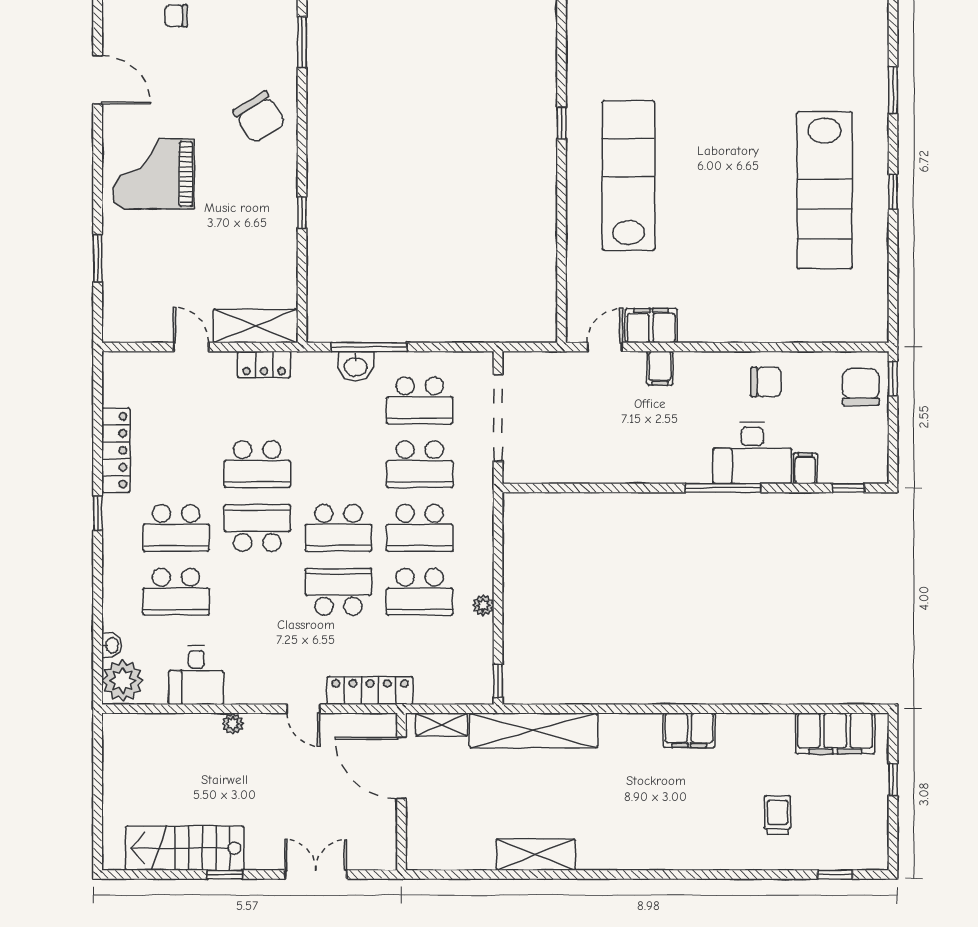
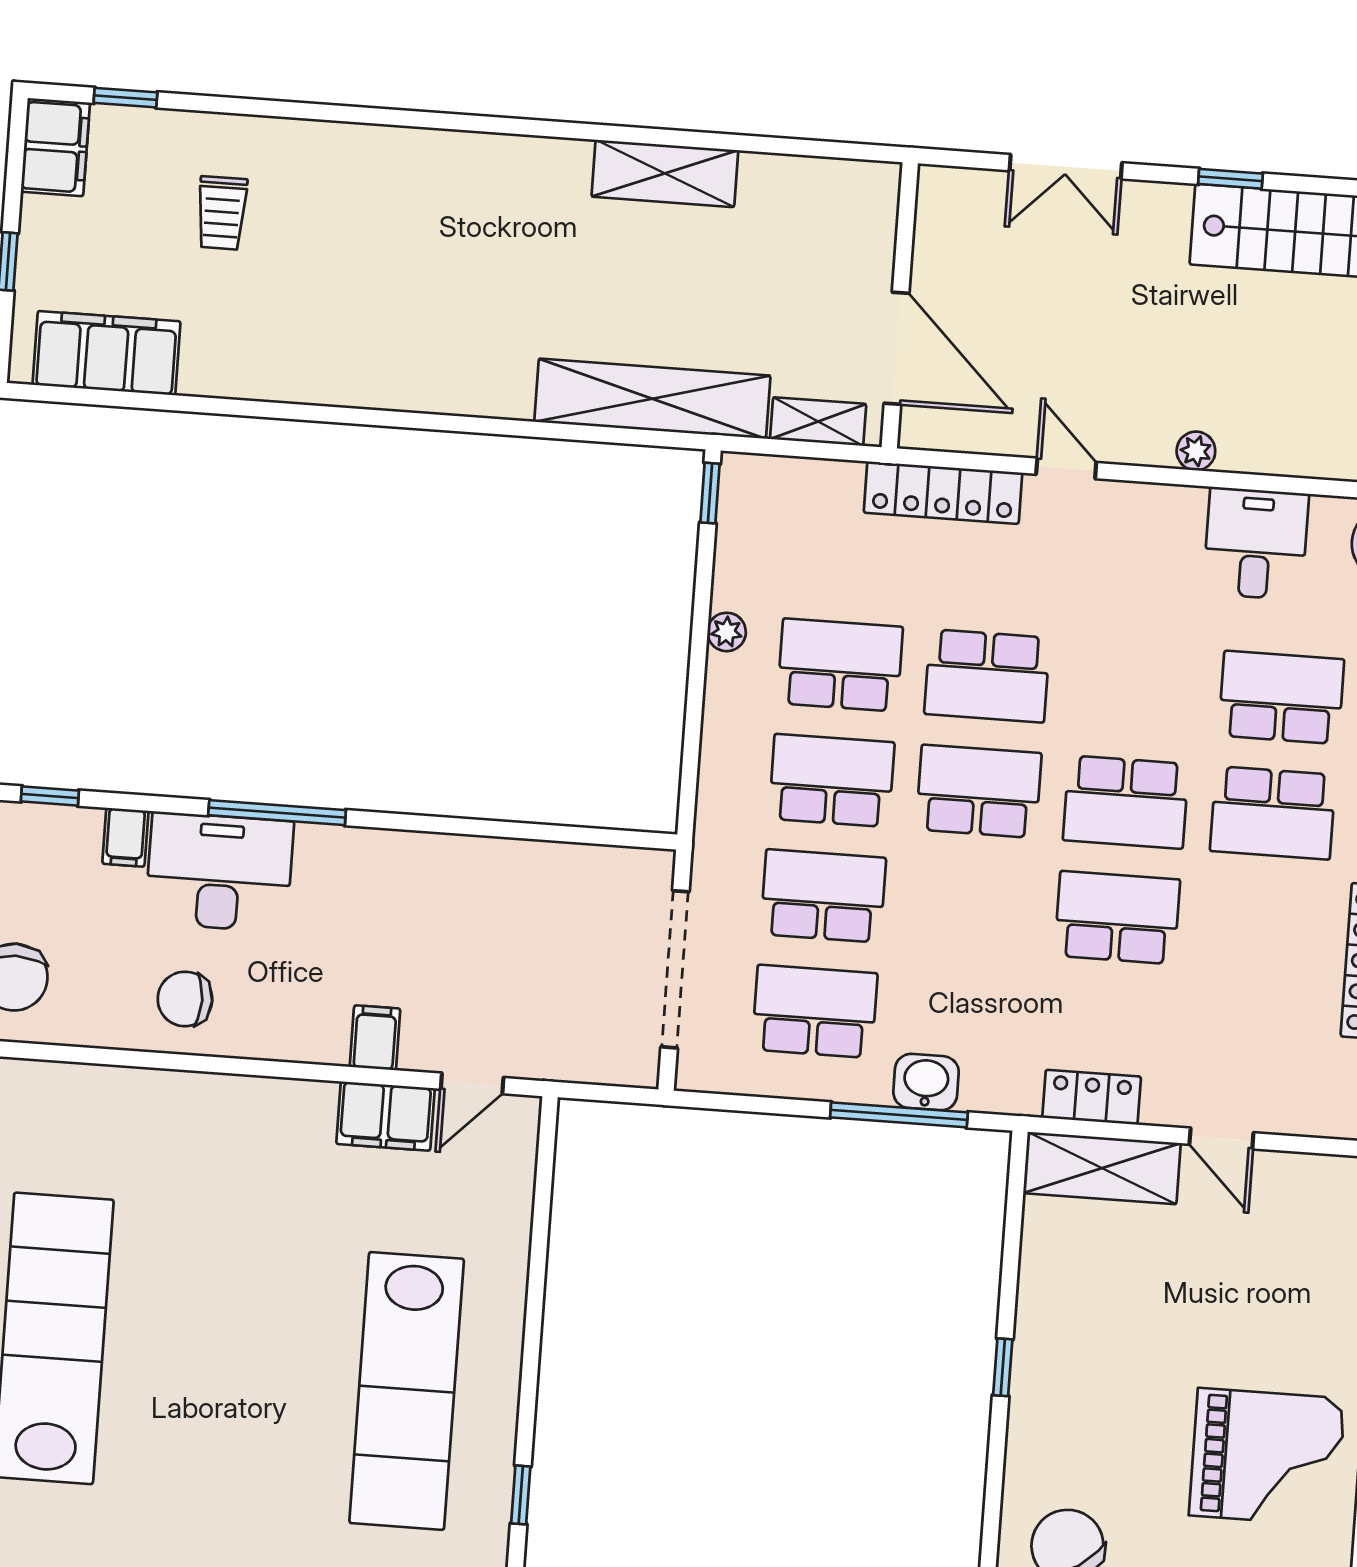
school desk: (176, 528) -> (1273, 813), turned 180
filing cabinet: (689, 730) -> (55, 147), moved, turned 90

